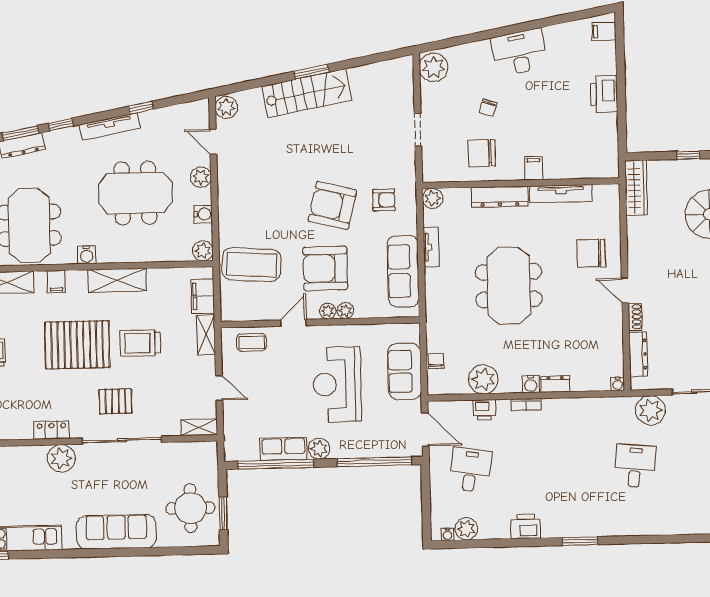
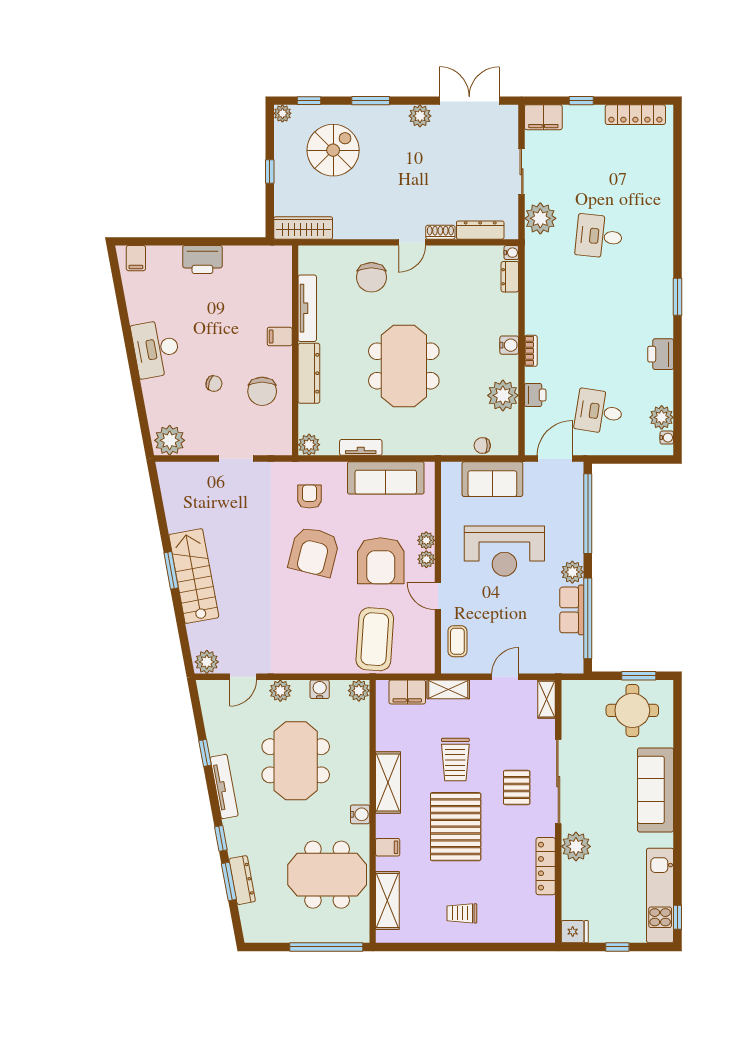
meeting table: (509, 286) -> (404, 366), turned 90
dresser: (555, 384) -> (510, 277), moved
locker: (51, 430) -> (546, 866), width x1.53

